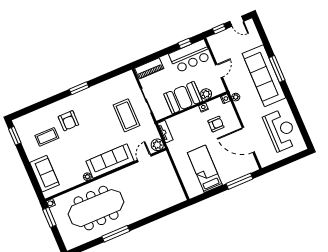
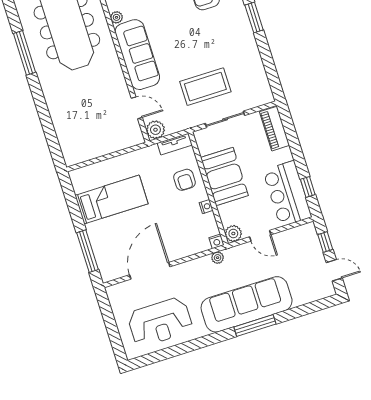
door: (237, 21) -> (334, 270), swing flipped
plant: (206, 94) -> (233, 234), moved
armchair: (216, 124) -> (185, 180), moved

